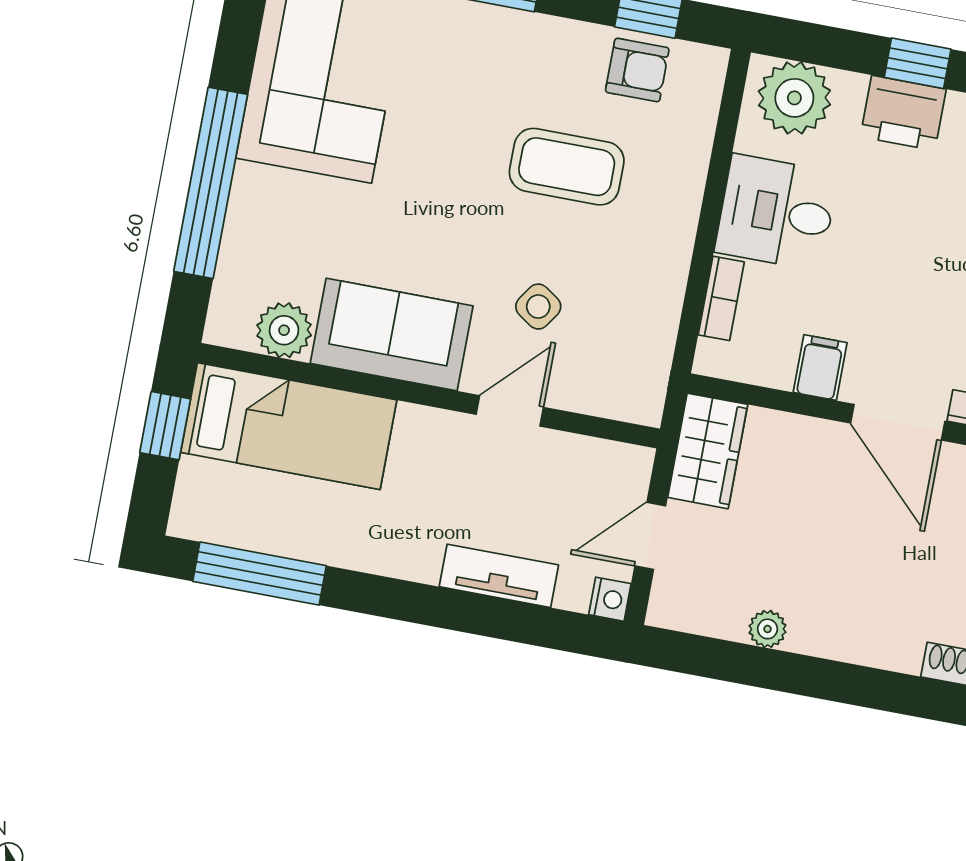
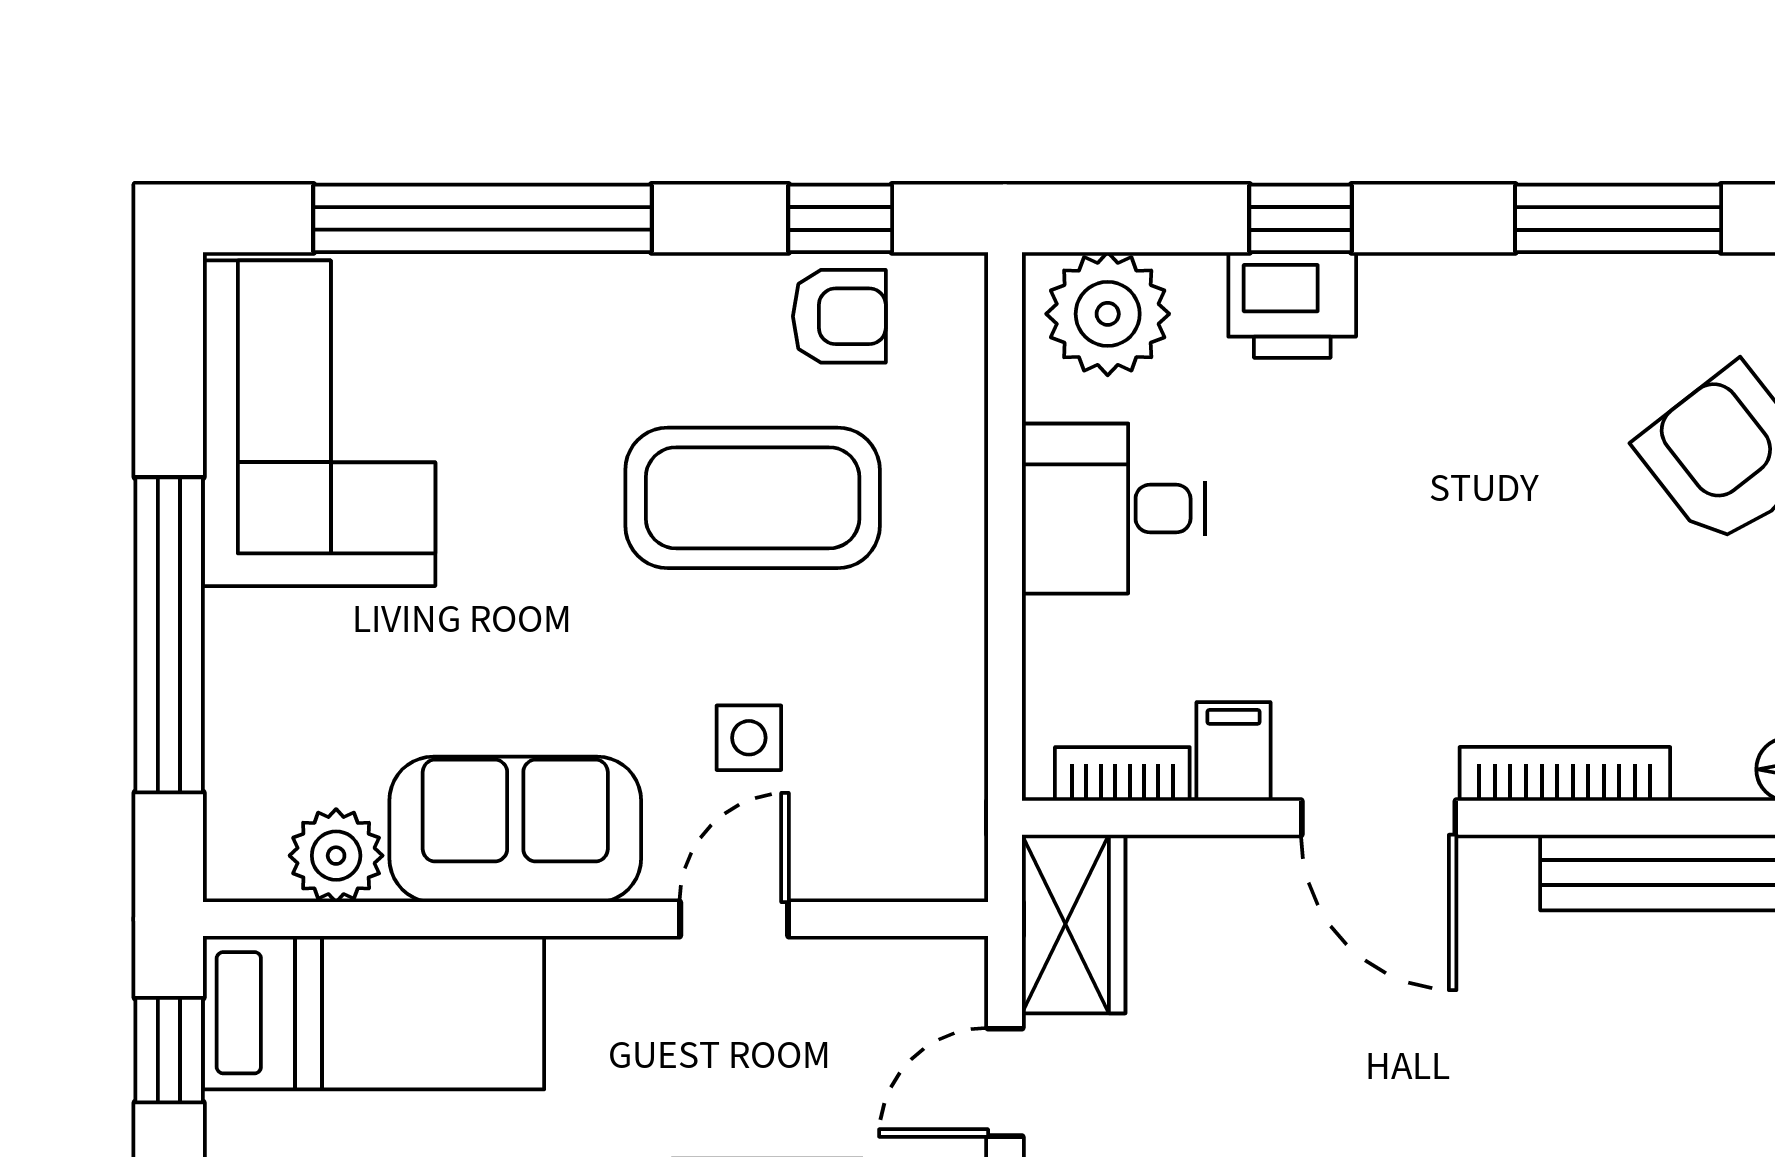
coffee table: (567, 167) -> (753, 498), width x1.36, depth x1.32
bookcase: (721, 298) -> (1122, 774), moved, turned -90
side table: (538, 307) -> (749, 738), turned -34

